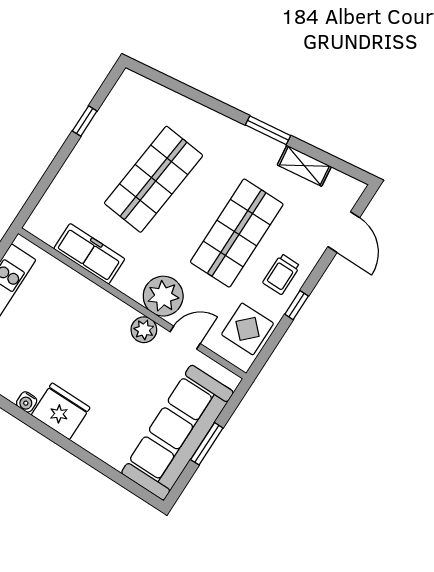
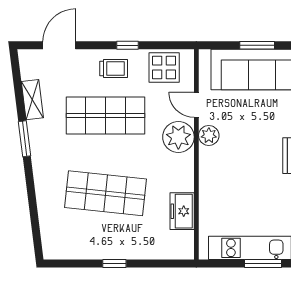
window: (85, 121) -> (114, 263), moved
freezer: (89, 254) -> (182, 211), width x0.71

